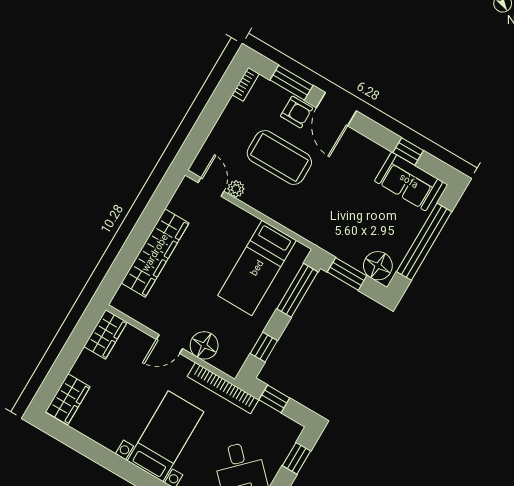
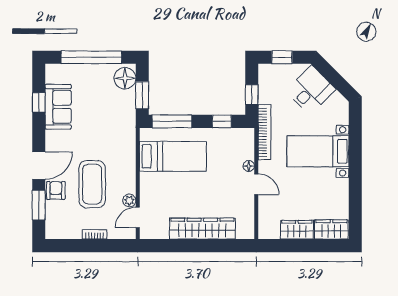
bookcase: (246, 84) -> (95, 234), moved
sofa: (409, 181) -> (58, 107), moved
wardrobe: (105, 334) -> (297, 230), moved
floor lamp: (204, 345) -> (249, 166), width x0.53, depth x0.53

